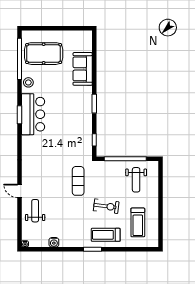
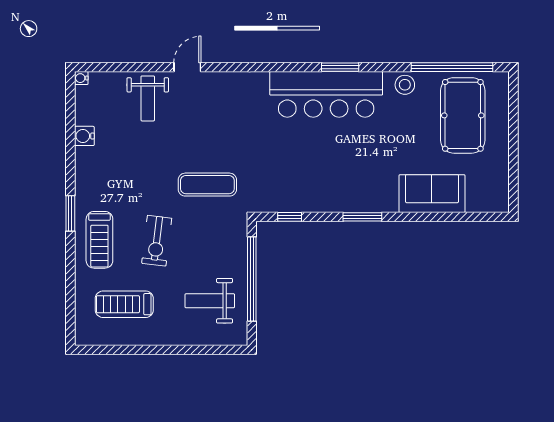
bar counter: (33, 114) -> (326, 94), width x1.36
weight bench: (35, 211) -> (148, 98), turned 90
treadmill: (106, 235) -> (99, 240), turned 180

